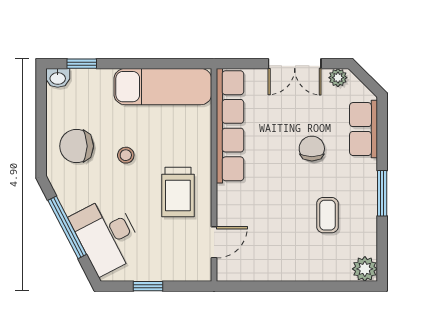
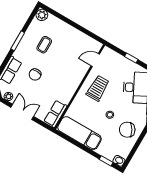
row of seats: (230, 126) -> (55, 114), width x0.50
chair: (77, 146) -> (127, 130), turned 150

